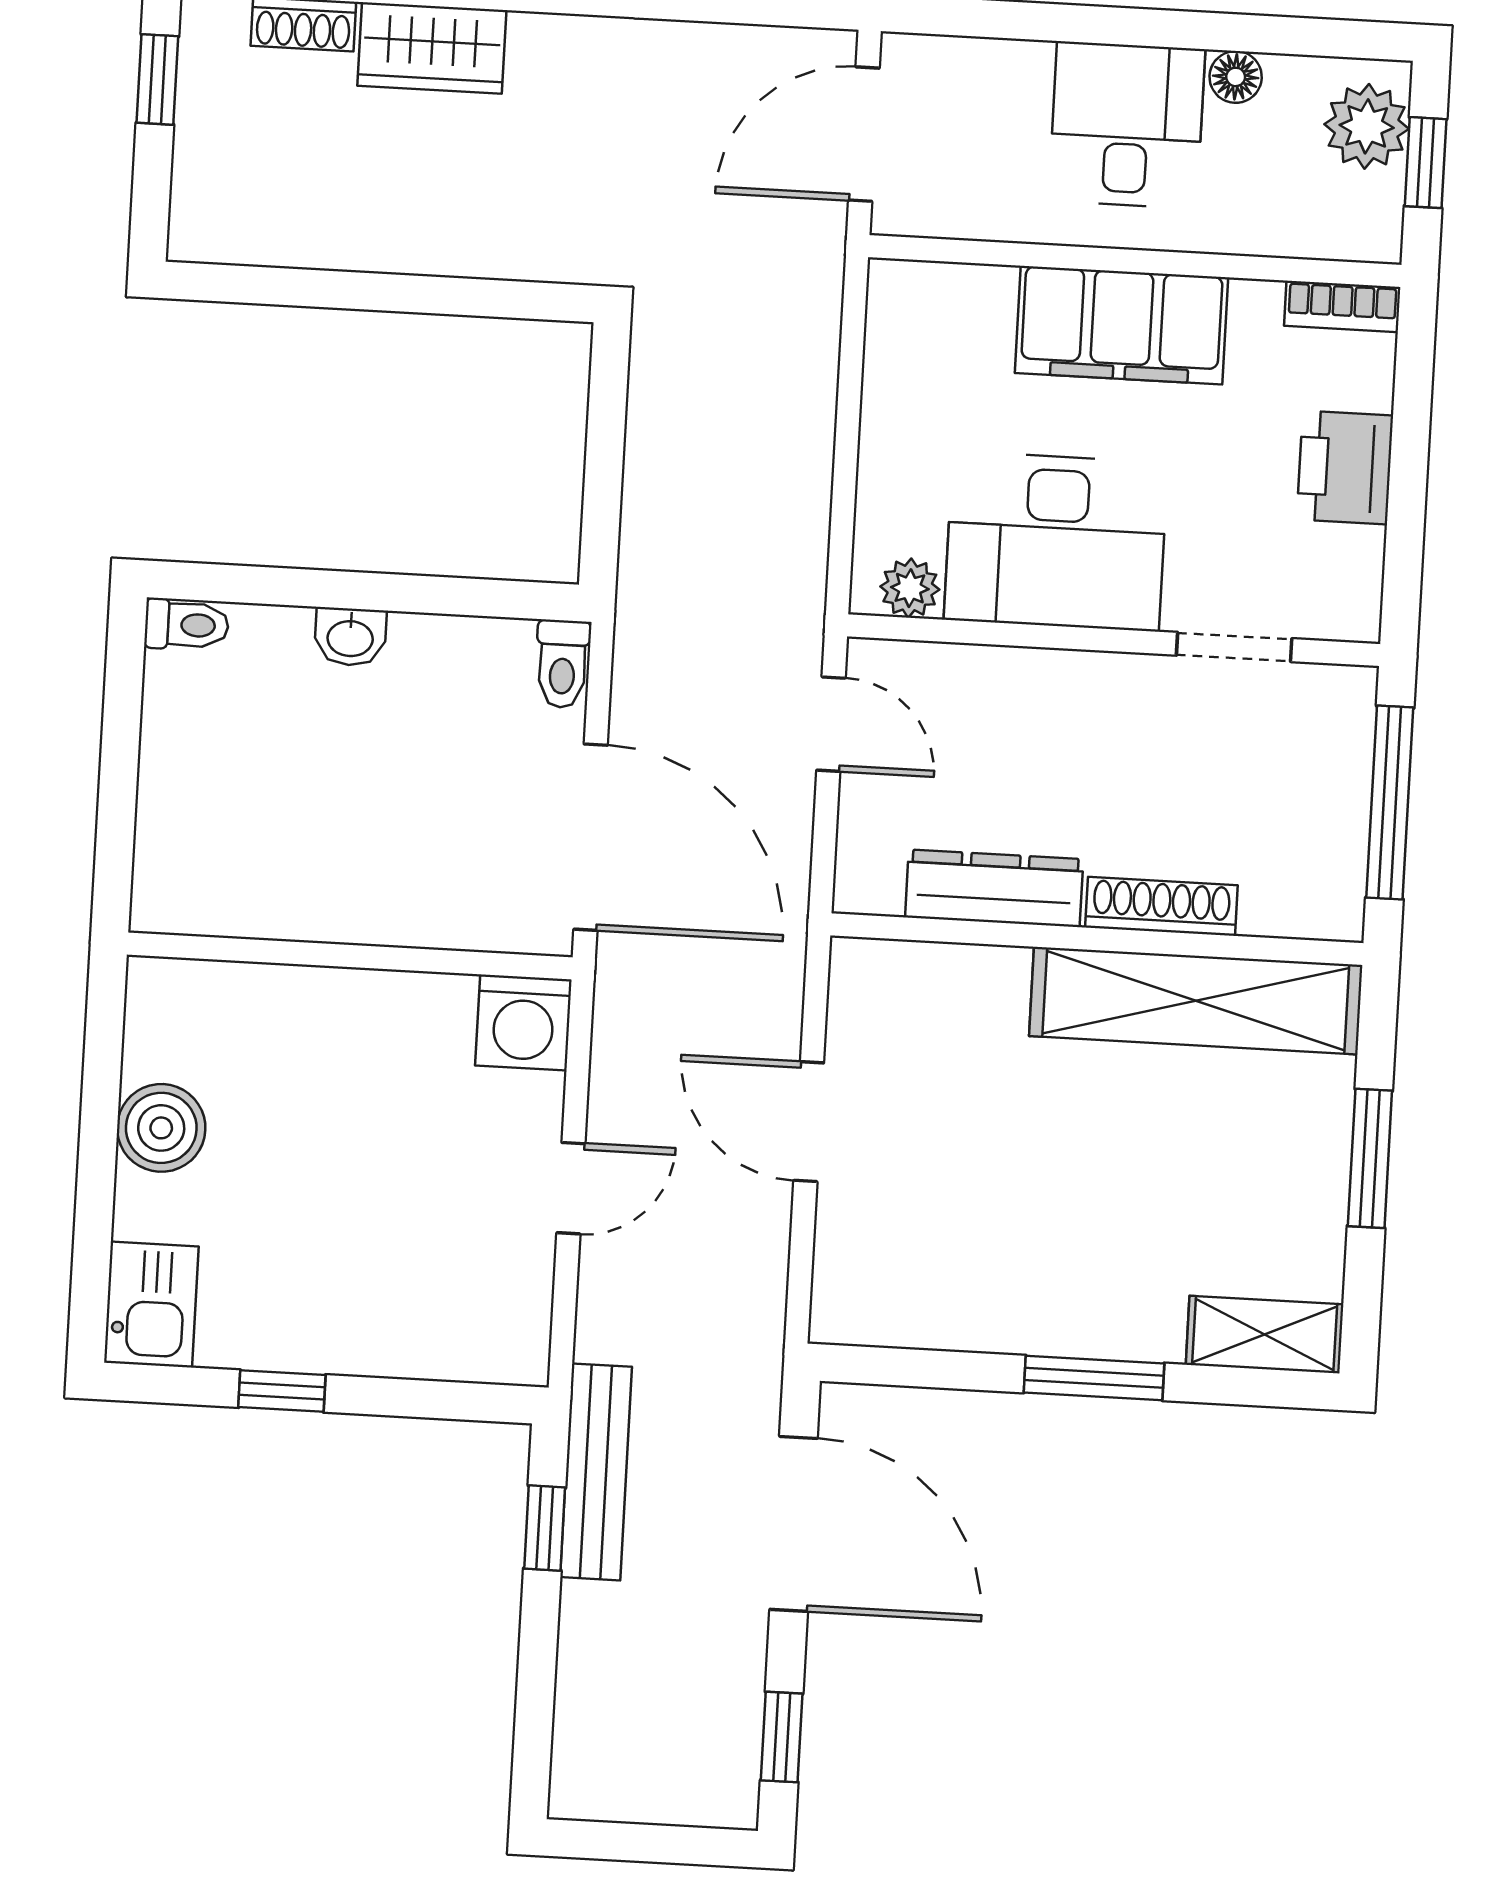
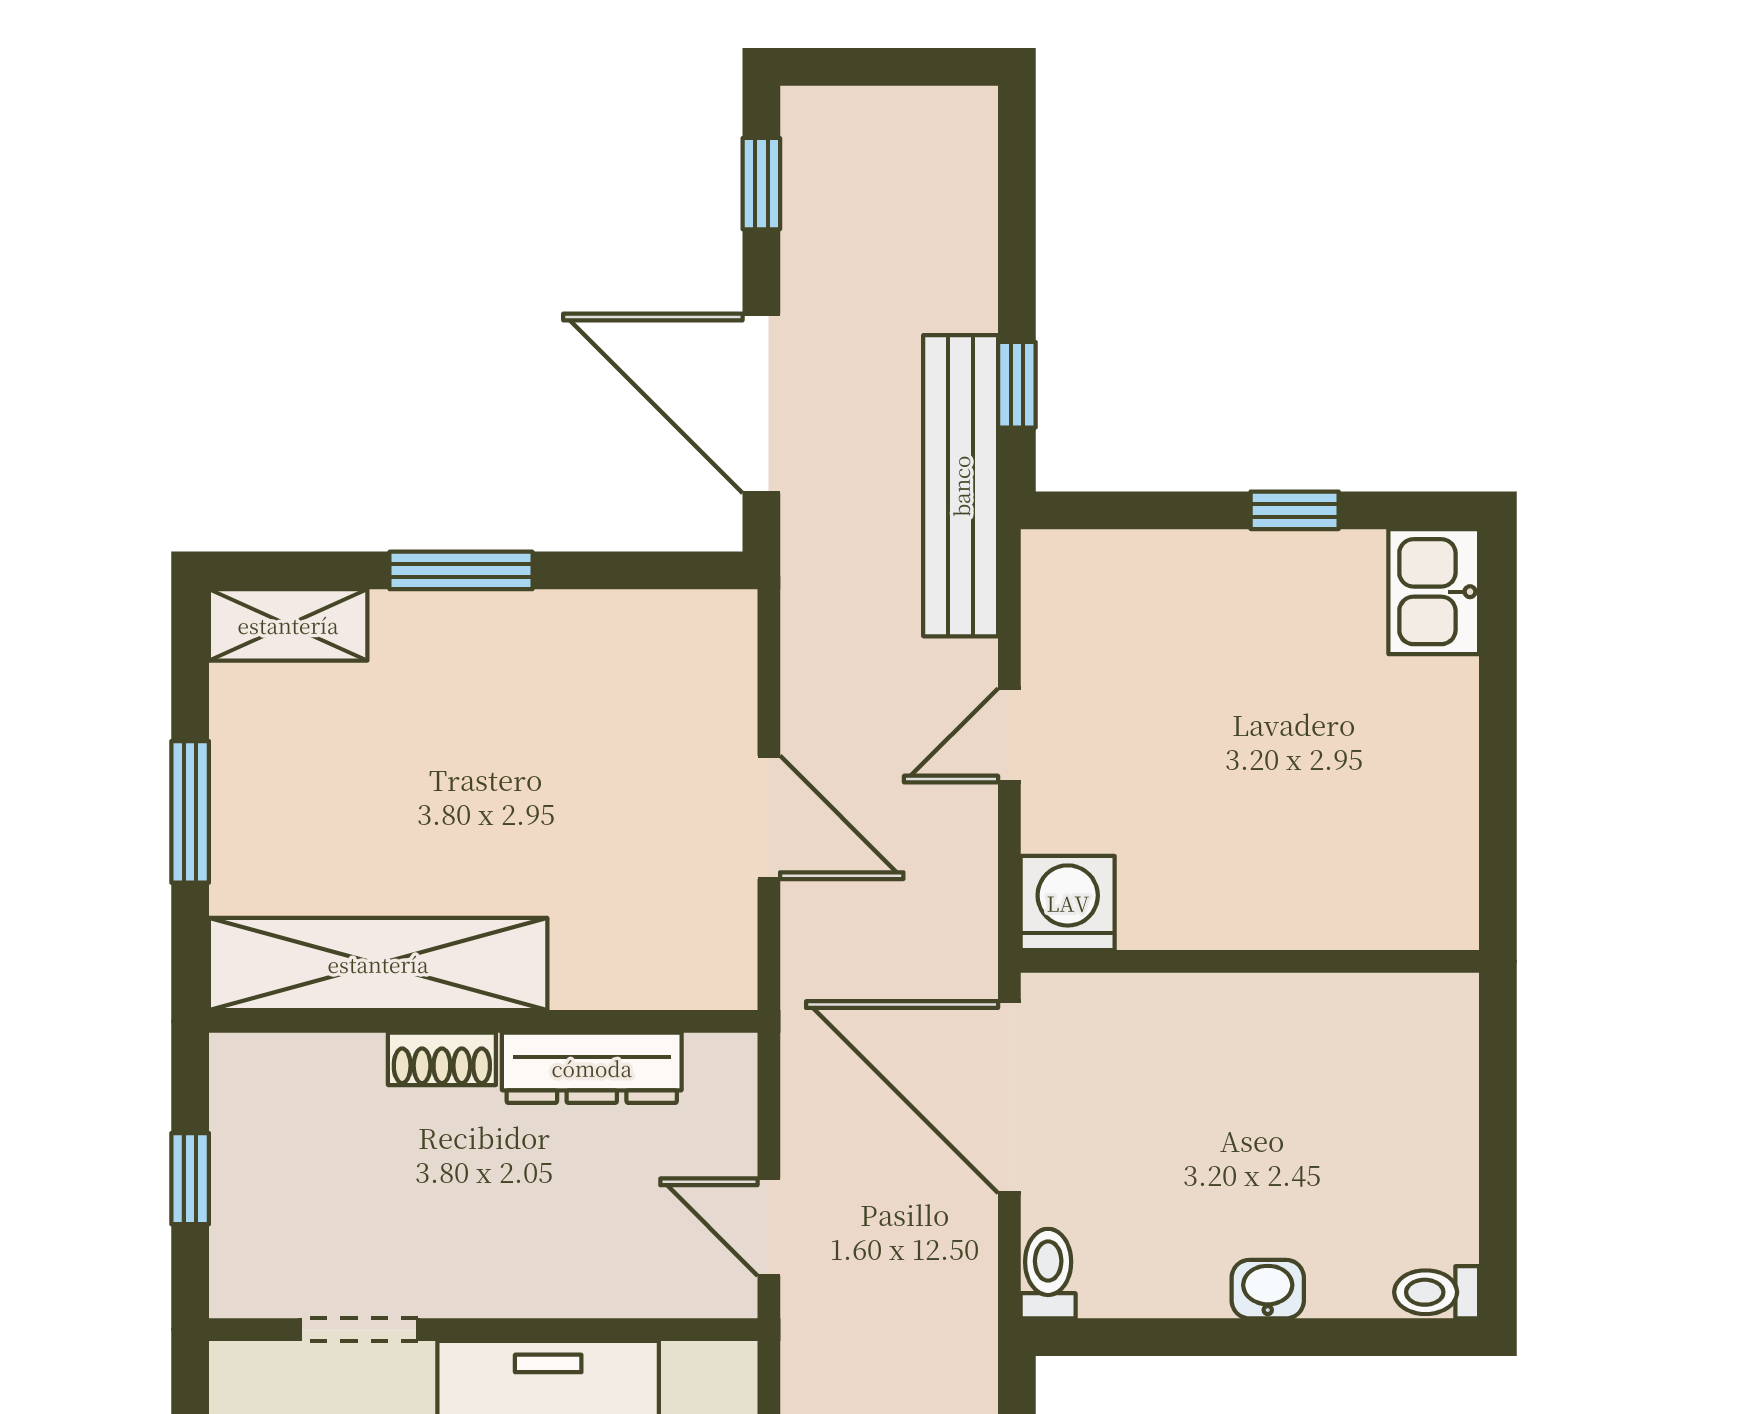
plant: (910, 588) -> (696, 1371), removed
window: (1390, 803) -> (190, 1179), width x0.46
shoe rack: (1161, 906) -> (442, 1059), width x0.70
boiler: (161, 1128) -> (1434, 774), removed
bench: (596, 1472) -> (961, 486), width x1.37, depth x1.21

